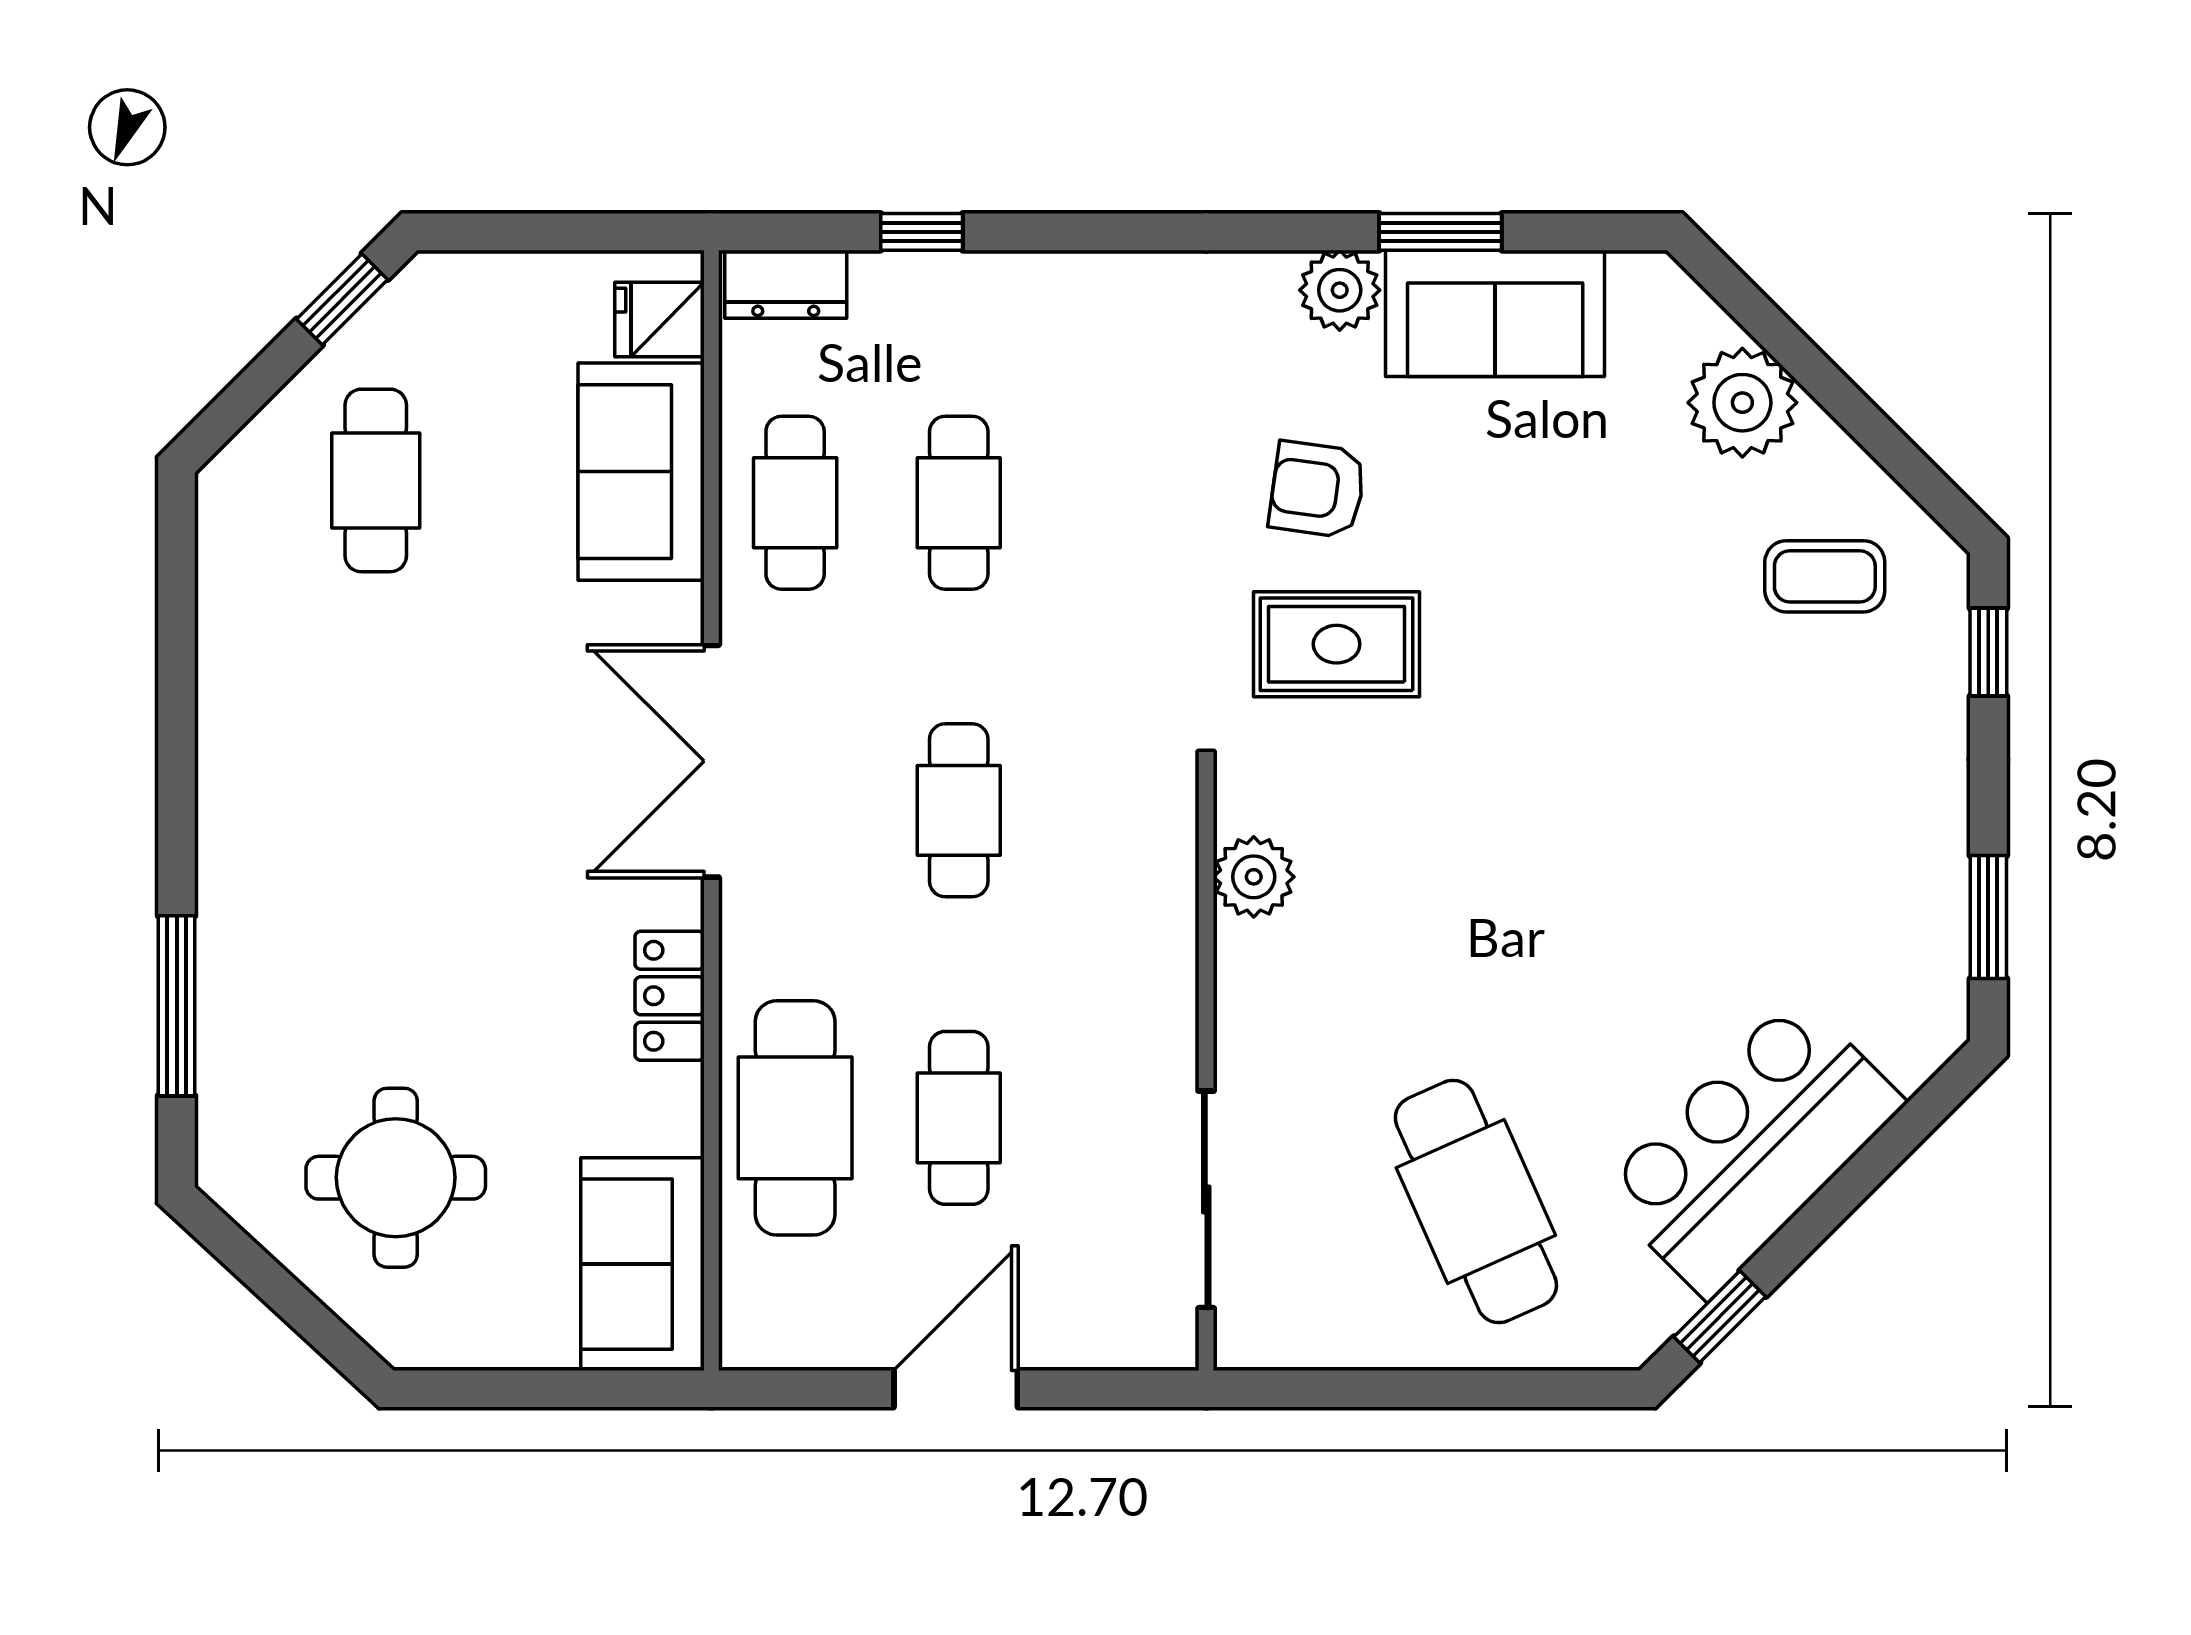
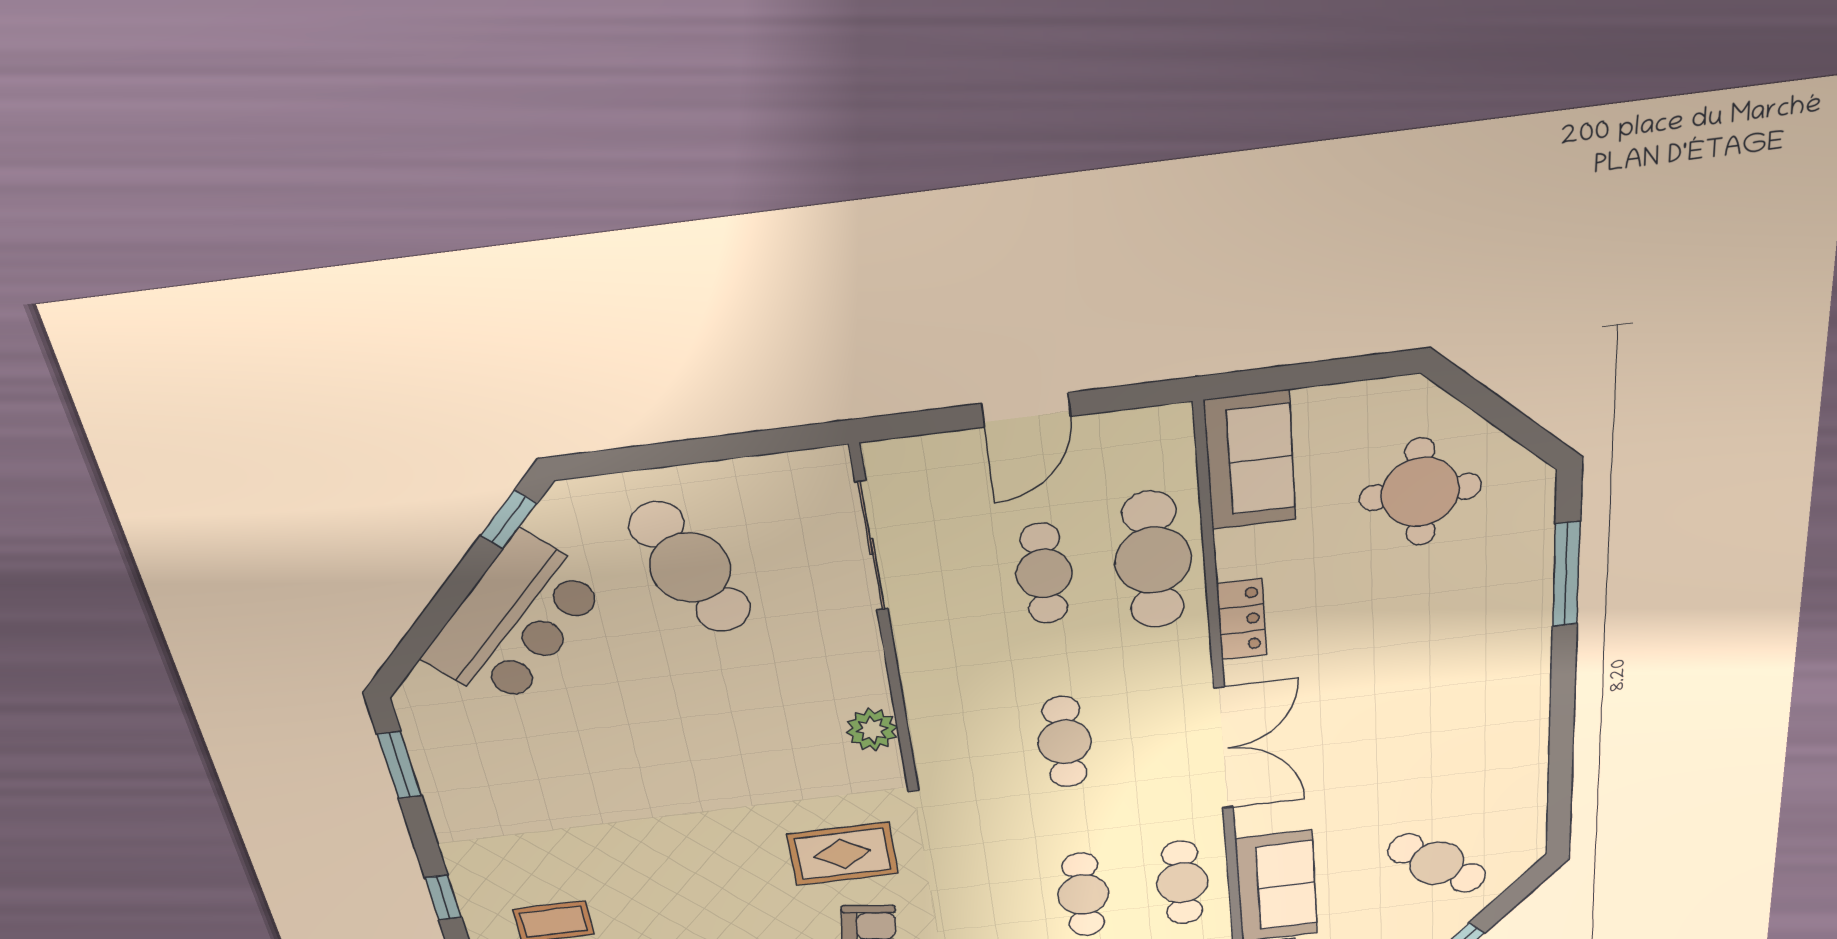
cafe table: (376, 480) -> (1437, 863), turned -53

